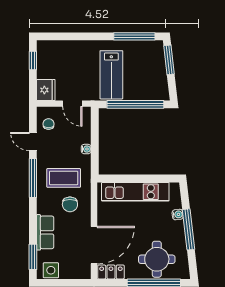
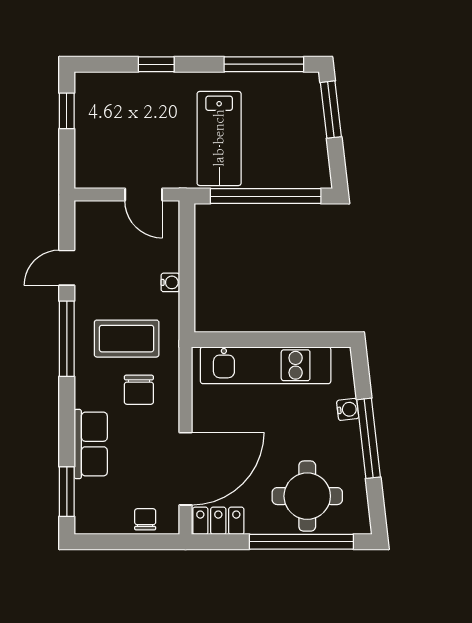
window: (79, 36) -> (156, 64), added
fridge: (46, 90) -> (92, 168), removed
chair: (49, 124) -> (145, 519), moved
door: (33, 141) -> (67, 268), hinge flipped
side table: (51, 270) -> (102, 517), removed

